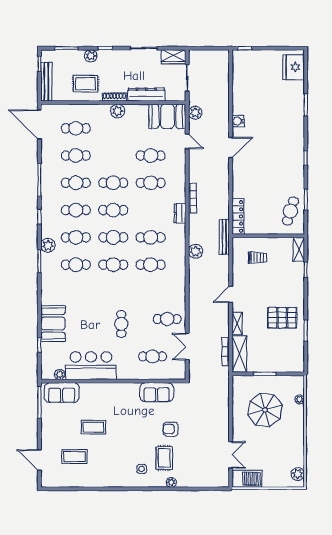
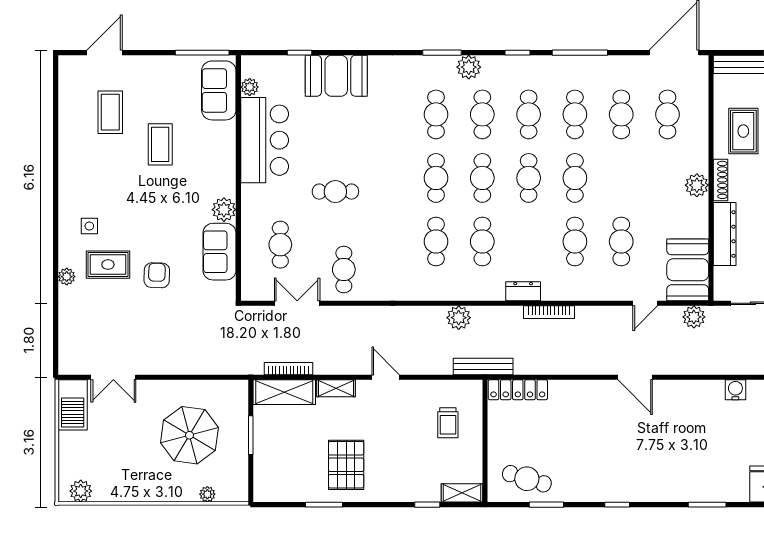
water cooler: (238, 121) -> (735, 390), moved
plant: (132, 390) -> (224, 210), added

